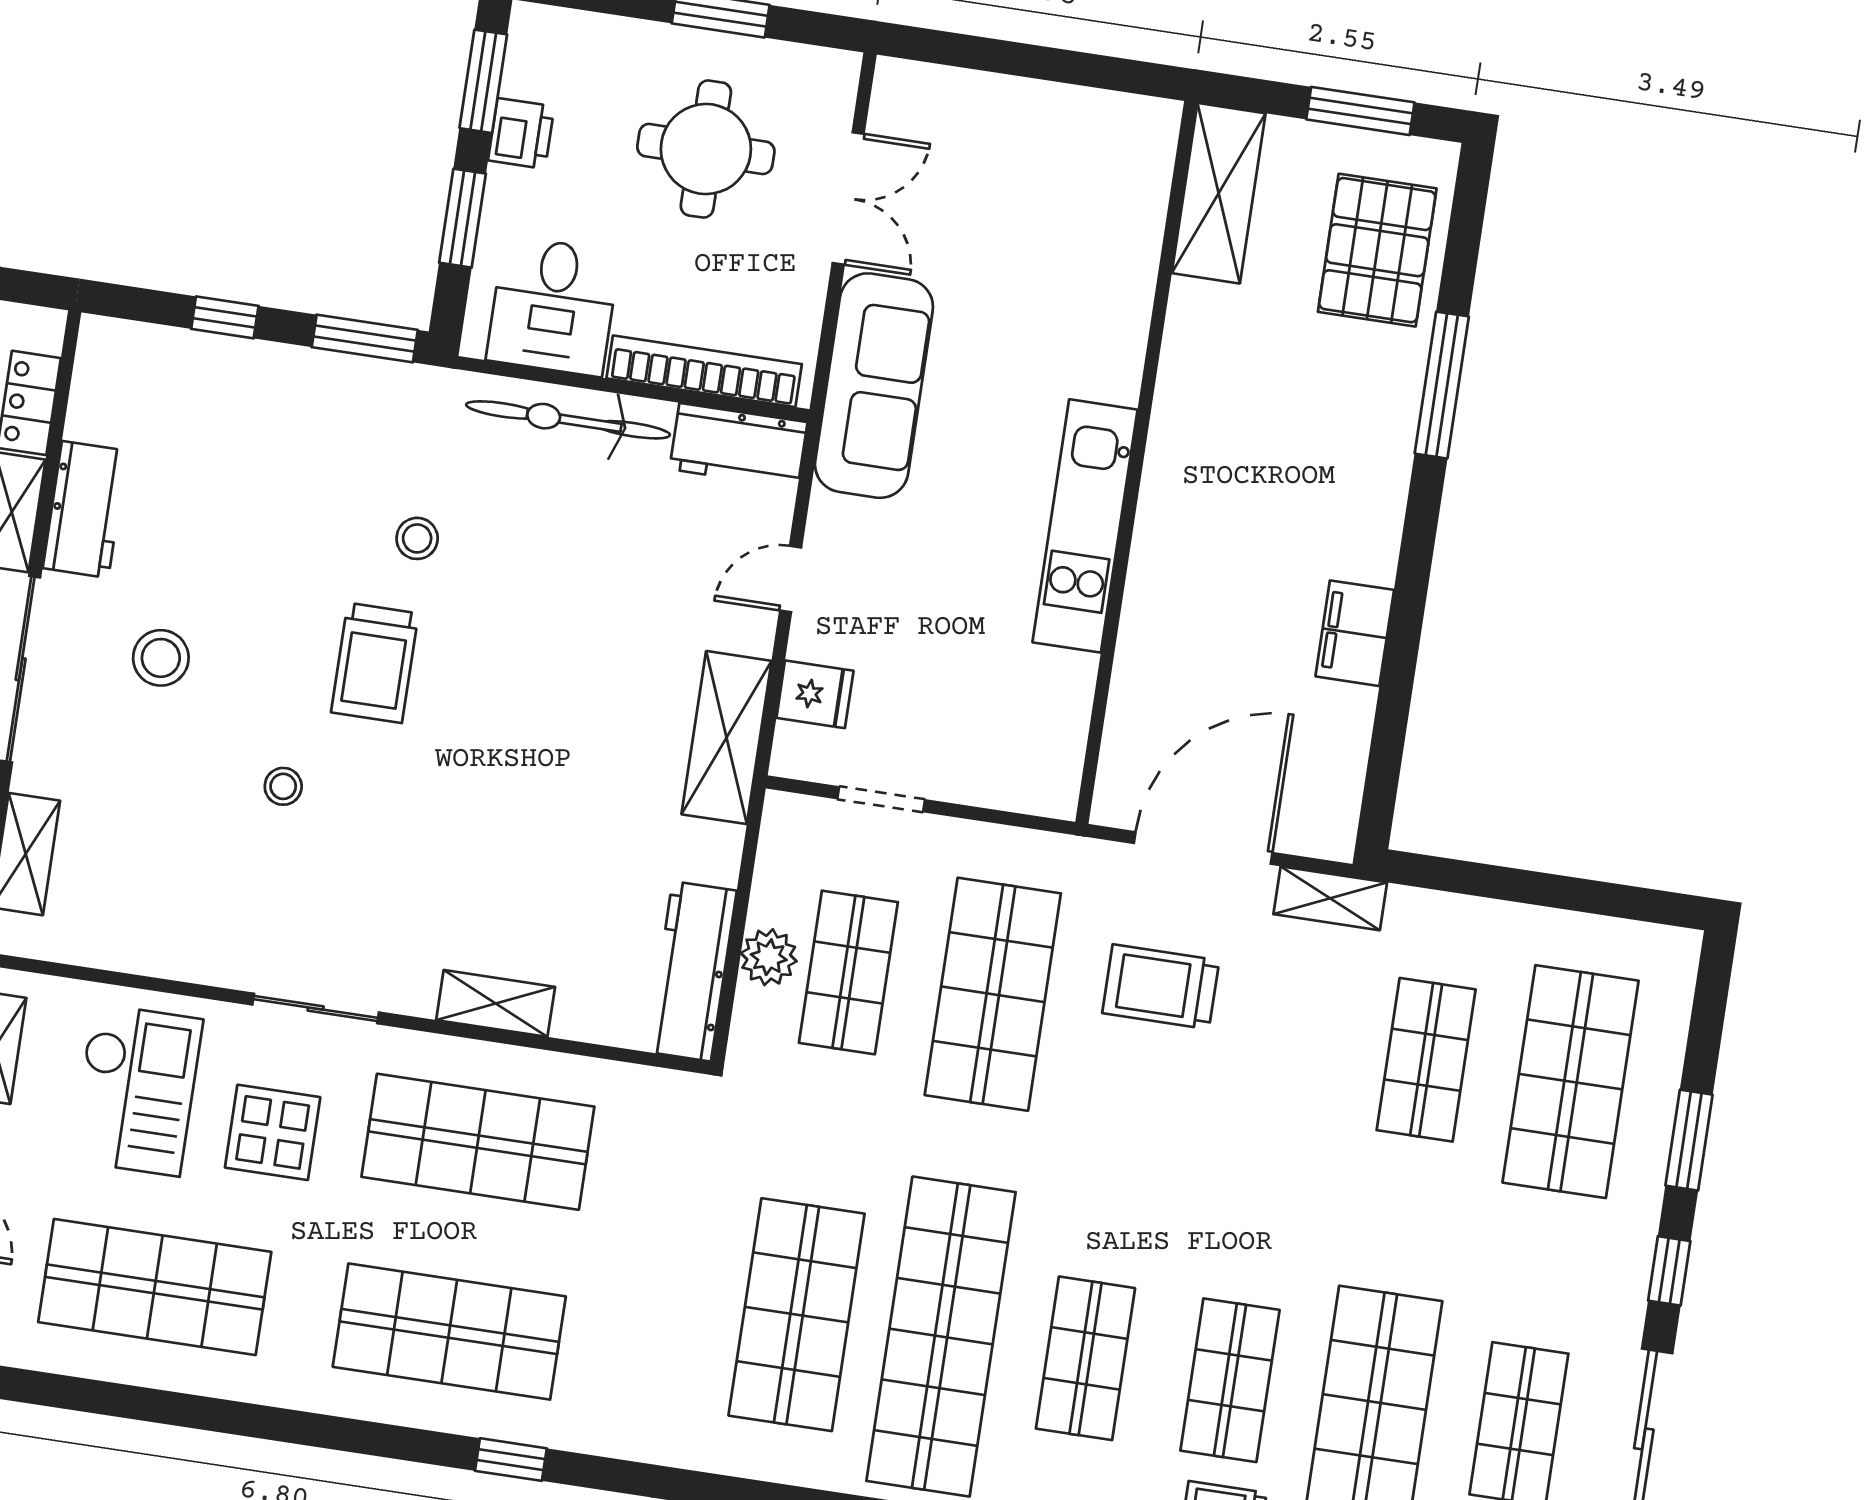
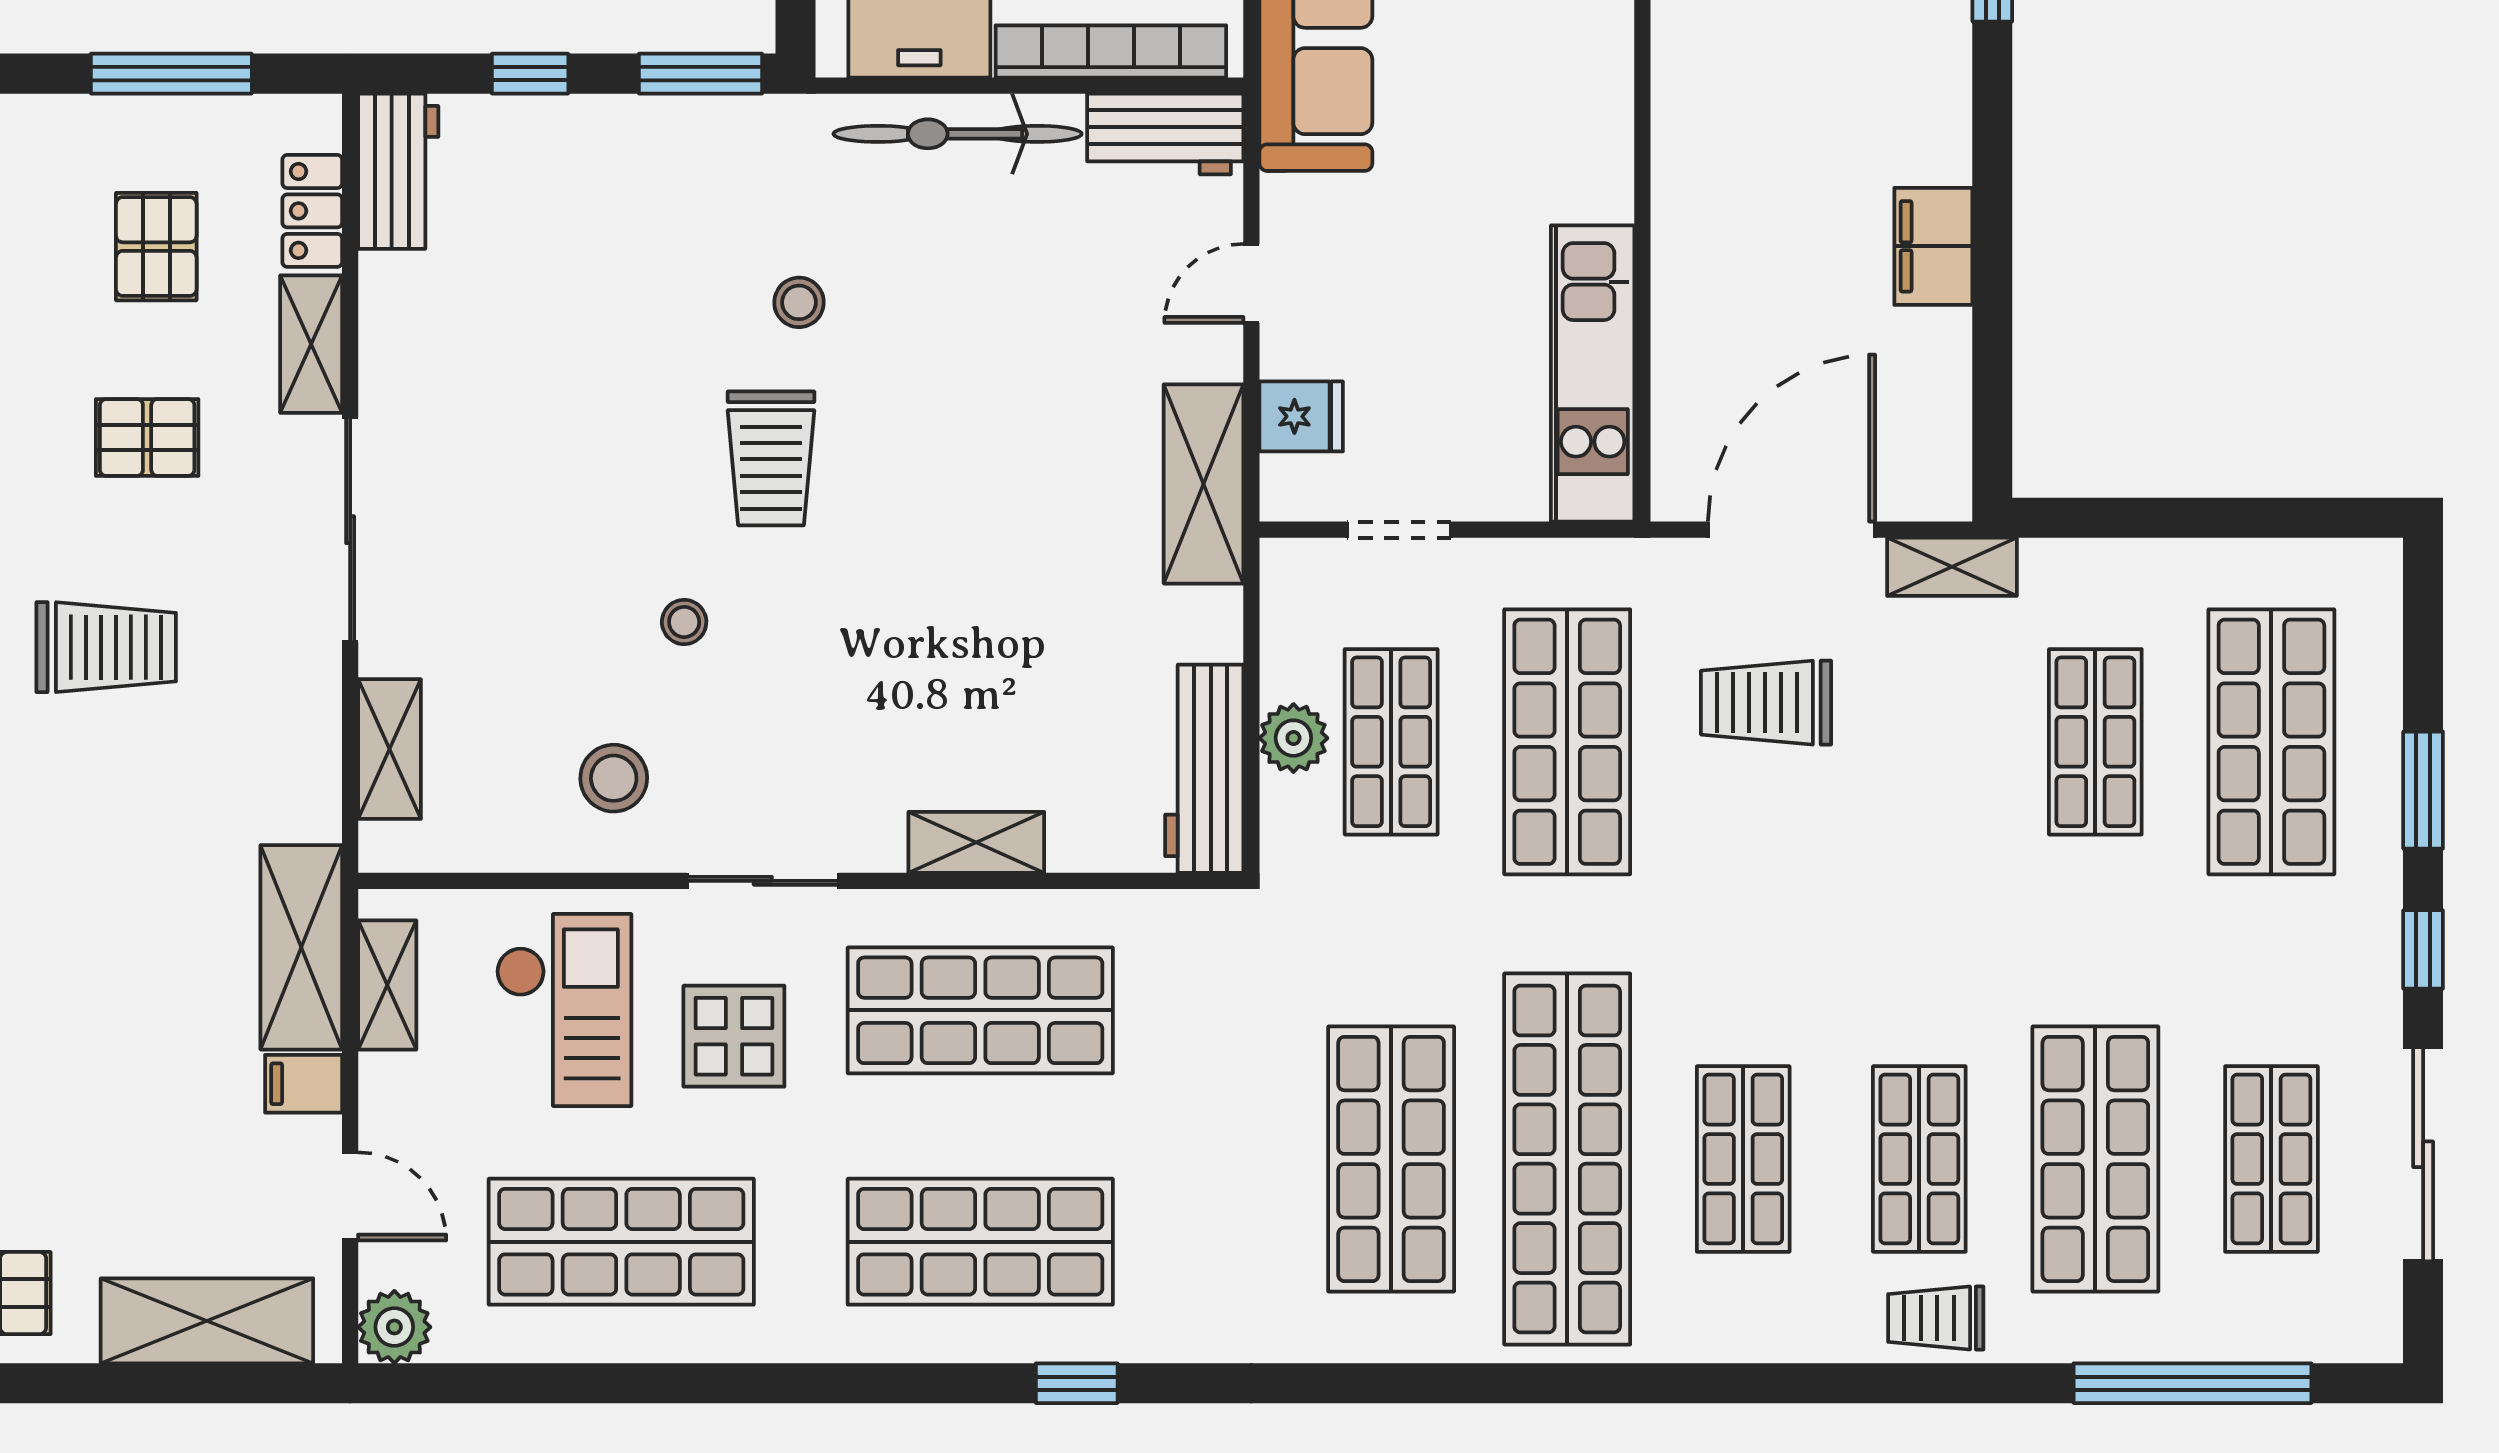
workbench: (85, 510) -> (398, 171), moved
kitchen unit: (1085, 526) -> (1593, 373), moved
stool: (161, 658) -> (614, 778), moved

